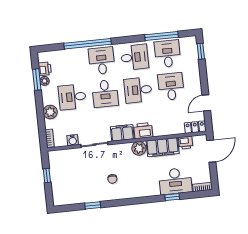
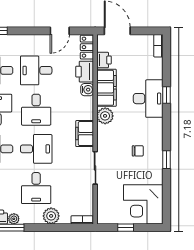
door: (206, 103) -> (60, 31), hinge flipped
printer: (143, 131) -> (85, 72), moved
water cooler: (73, 140) -> (87, 90), moved
desk: (175, 181) -> (148, 99), moved
corner desk: (68, 188) -> (143, 204), added
window: (172, 197) -> (167, 95), moved
window: (93, 205) -> (167, 160), moved

